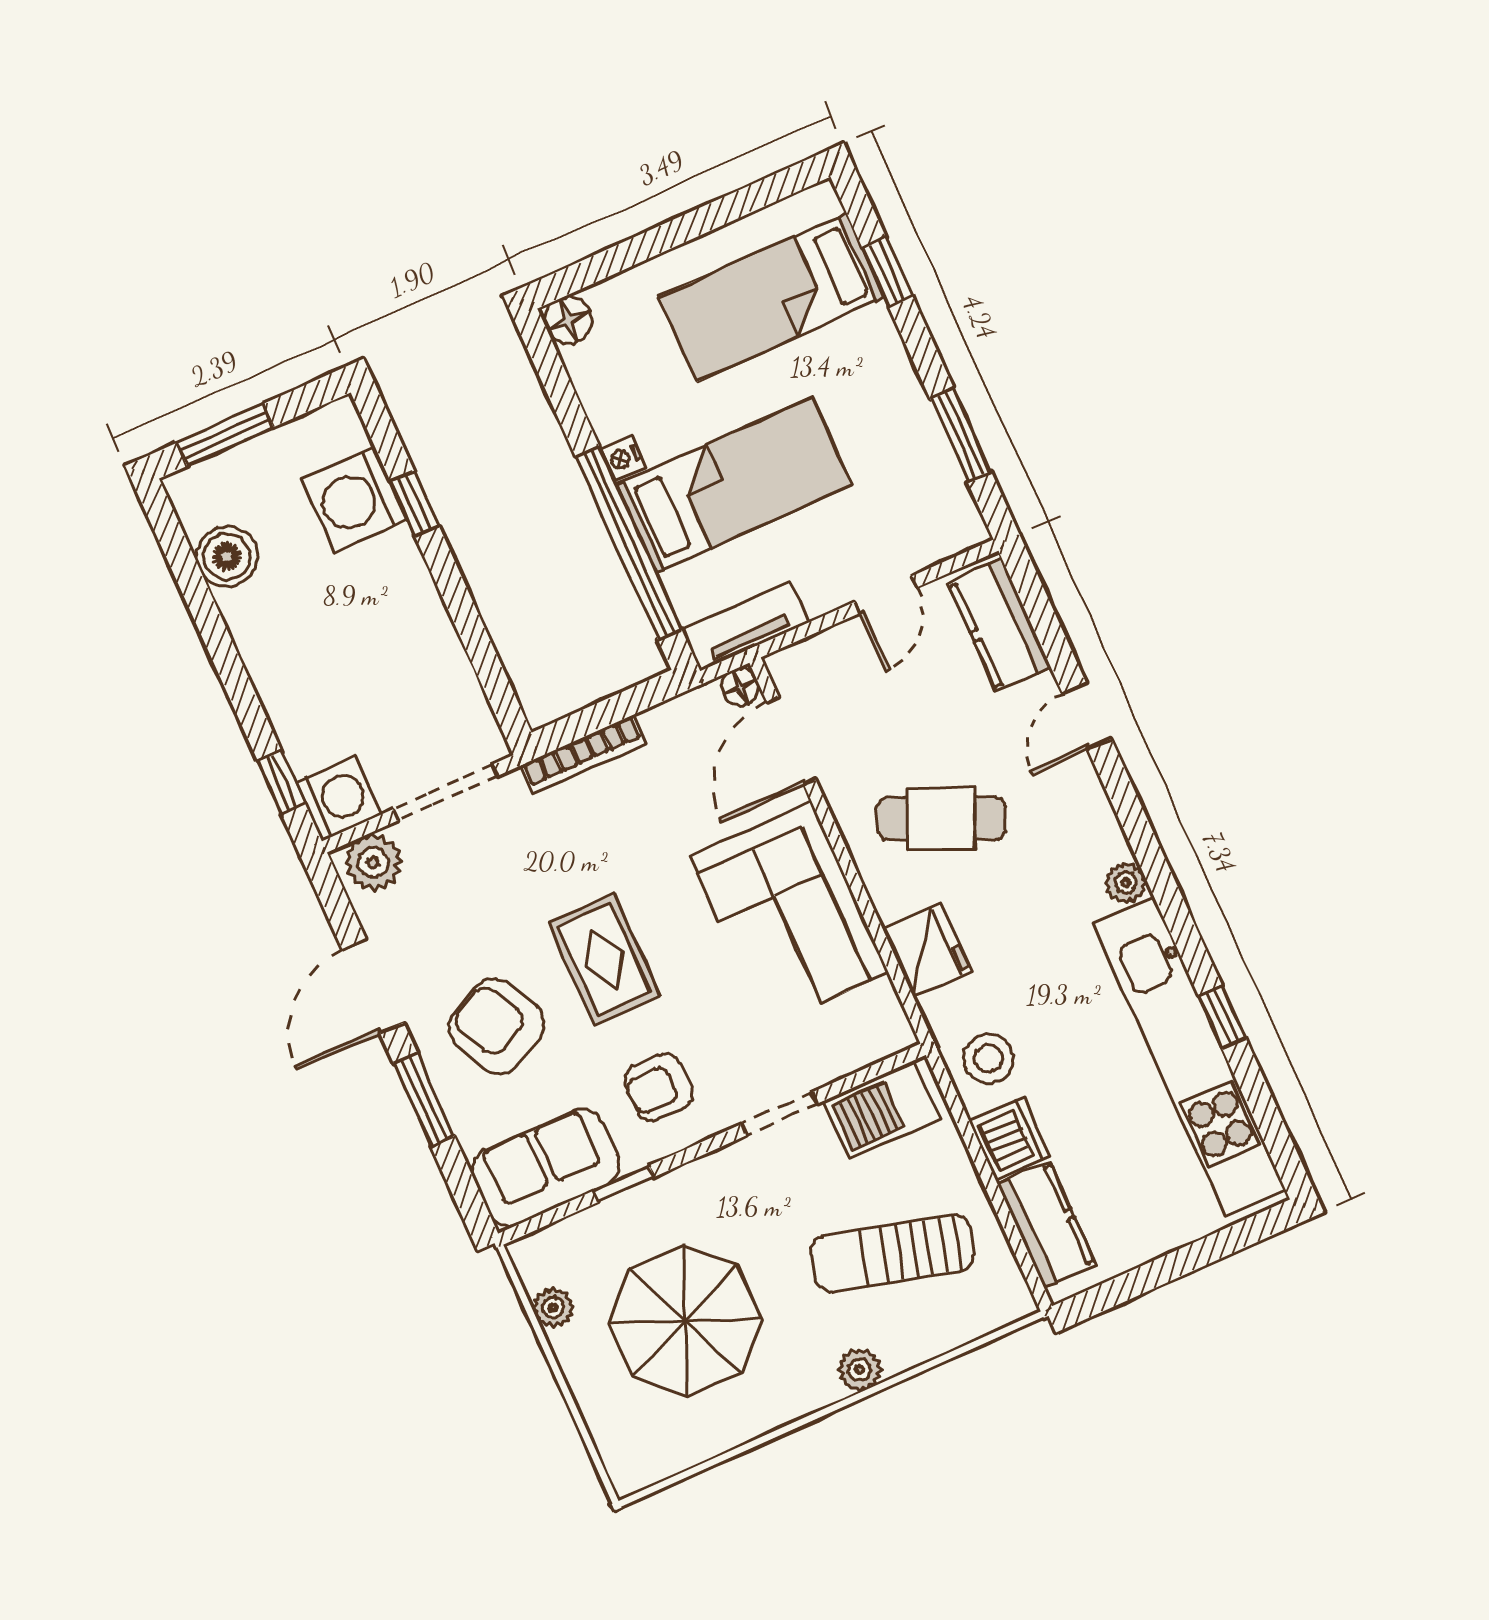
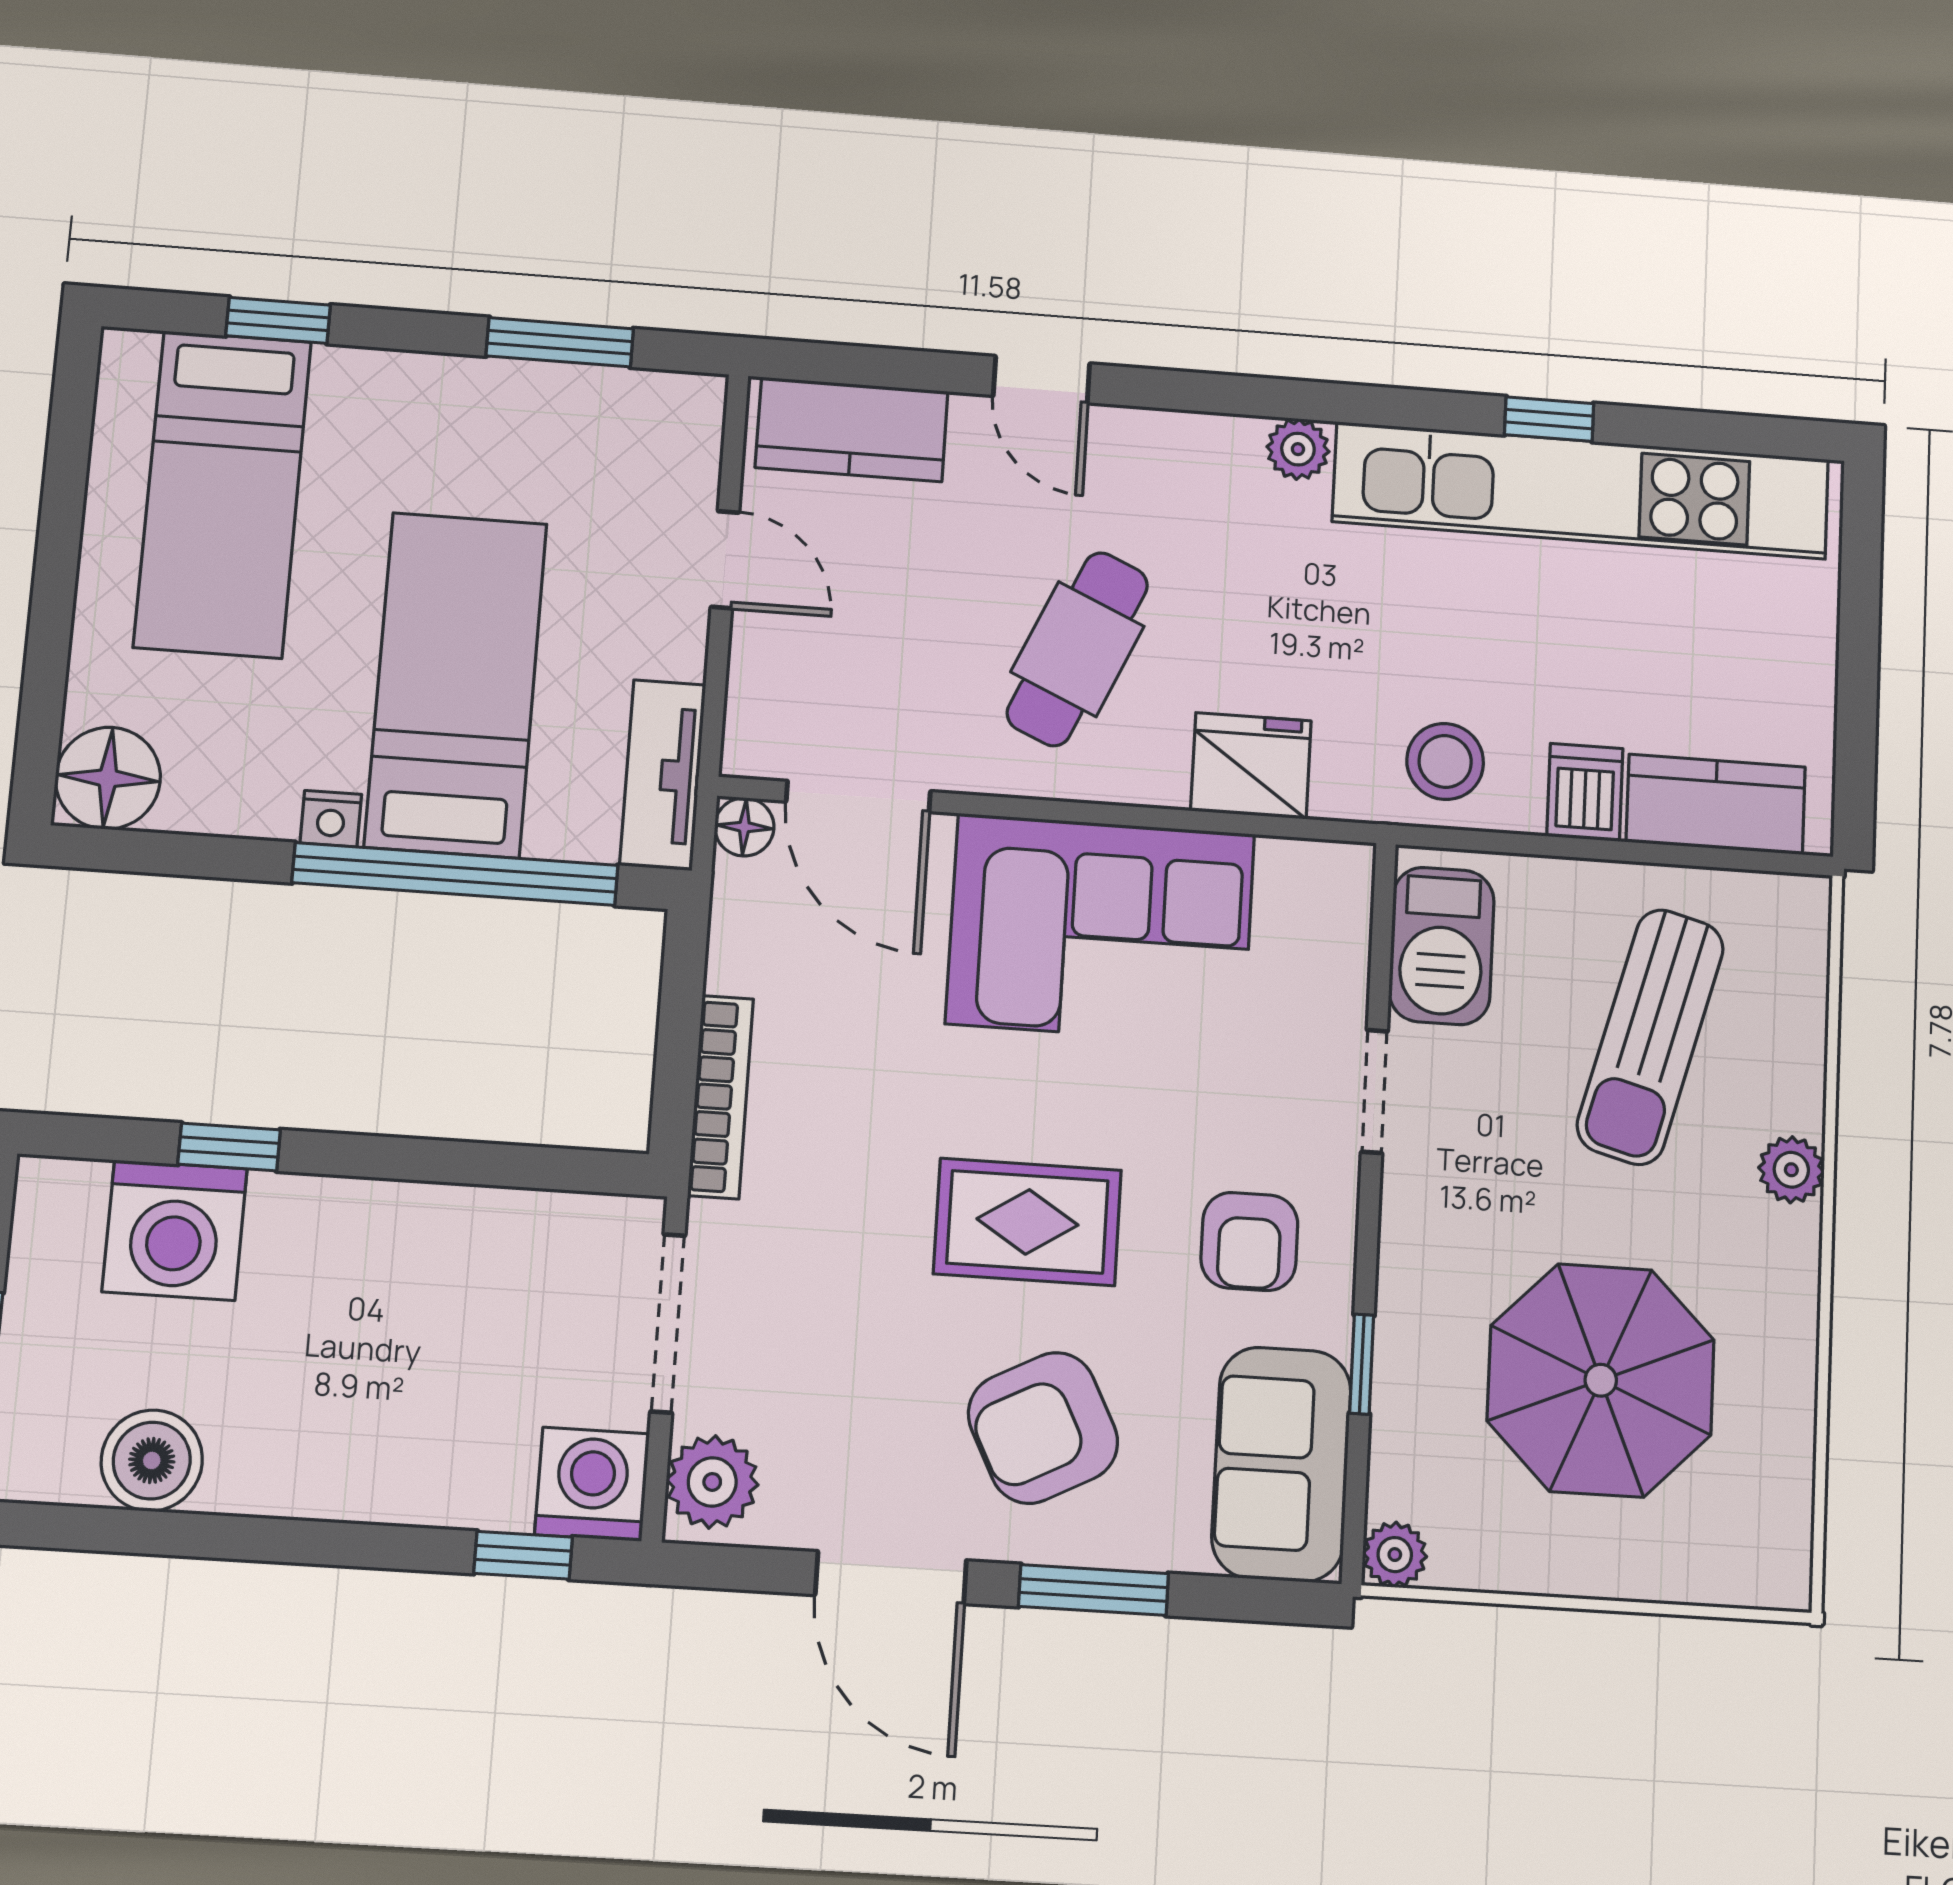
floor lamp: (568, 320) -> (108, 778), width x1.38, depth x1.38
dishwasher: (1010, 1139) -> (1585, 792), width x0.73
plant: (553, 1308) -> (1395, 1555), moved

